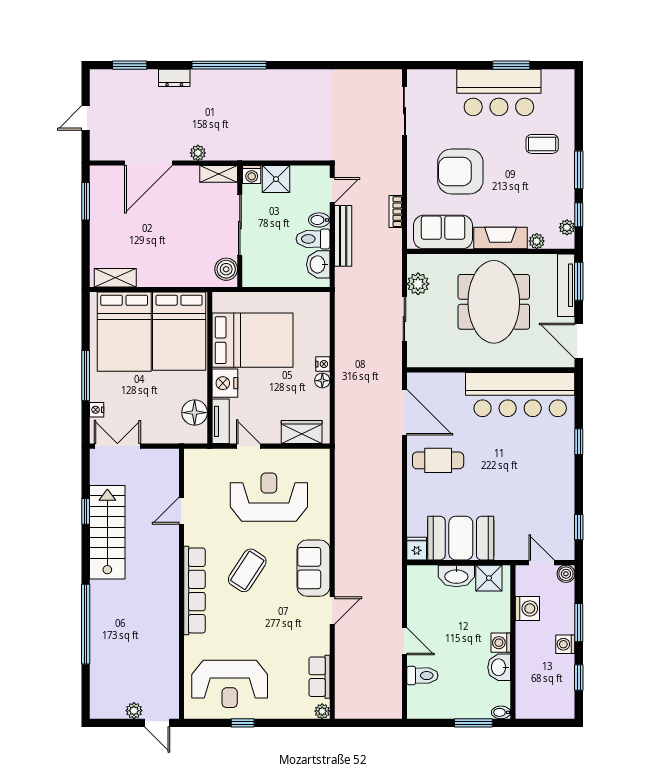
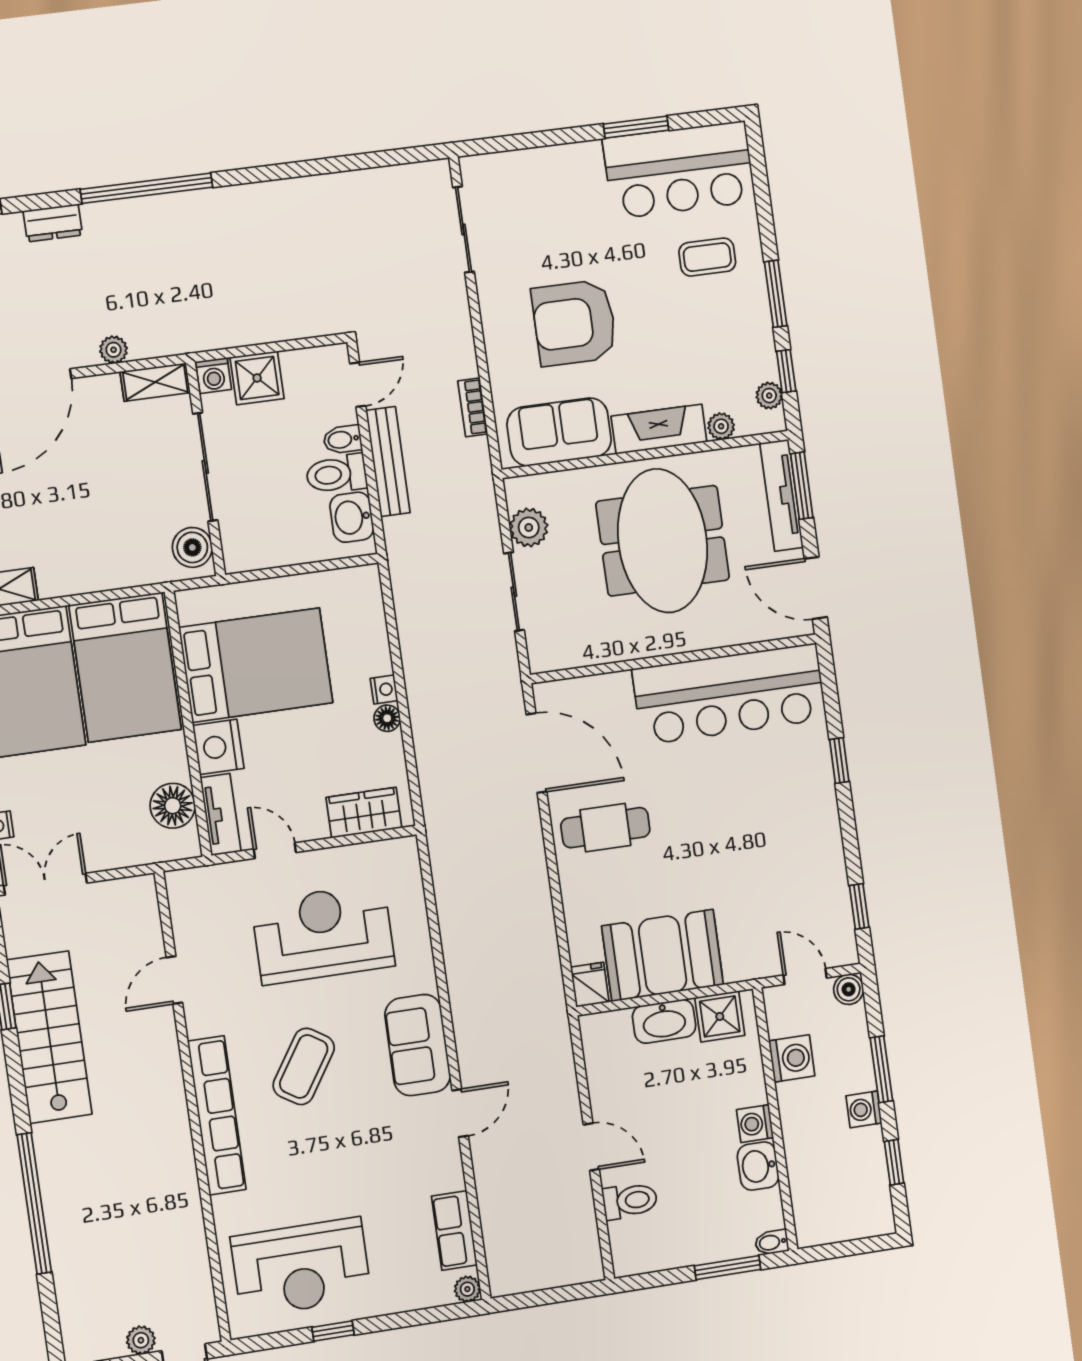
bar counter: (499, 92) -> (679, 170), moved

